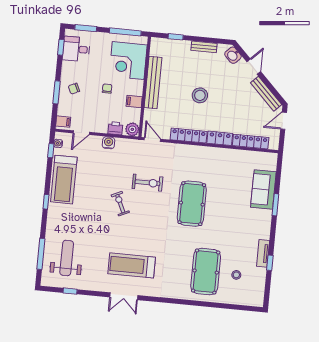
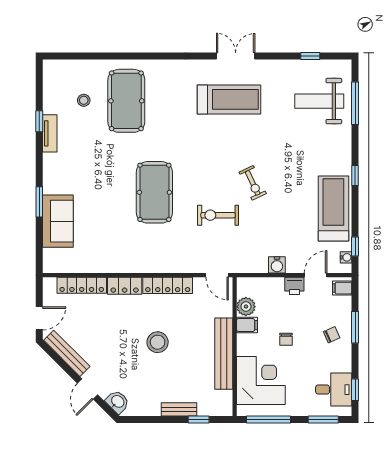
bench: (204, 47) -> (179, 409), moved
printer: (115, 128) -> (294, 286), moved
plant: (132, 129) -> (246, 307), moved
weight bench: (67, 258) -> (319, 101), turned 90

